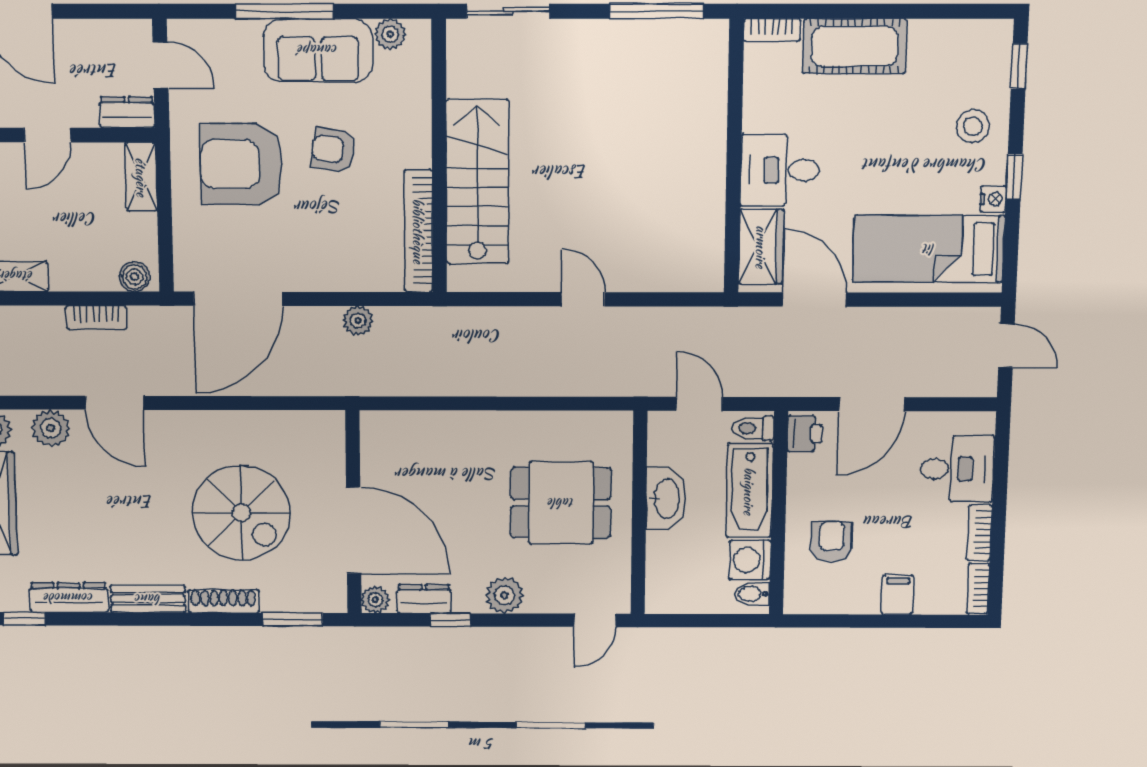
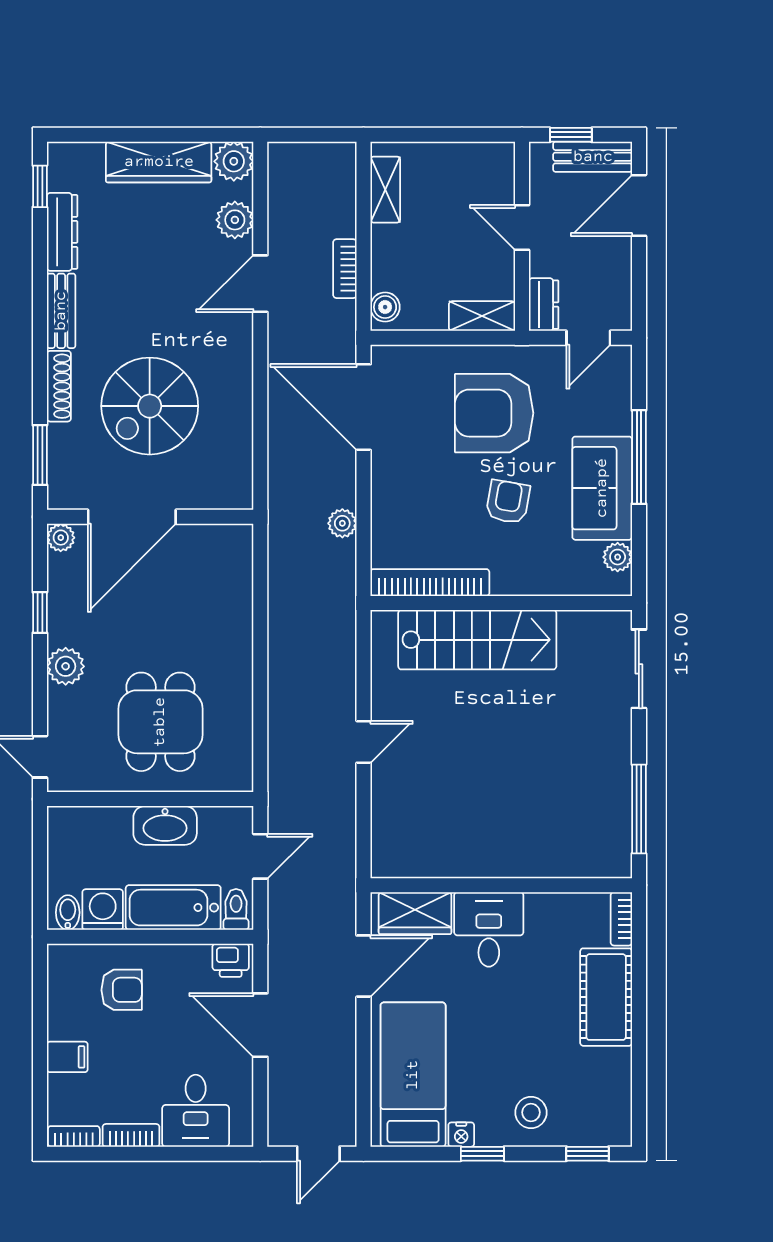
armchair: (241, 164) -> (494, 413), turned -90
dresser: (424, 599) -> (62, 586), removed

